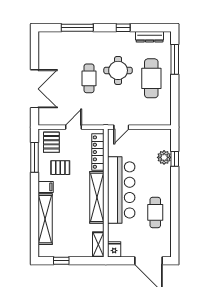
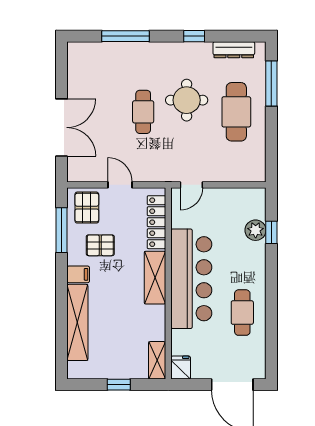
door: (74, 127) -> (120, 185), hinge flipped
shelving: (97, 197) -> (155, 278), width x0.68
window: (61, 261) -> (119, 385), moved

